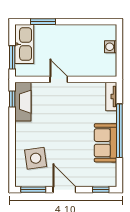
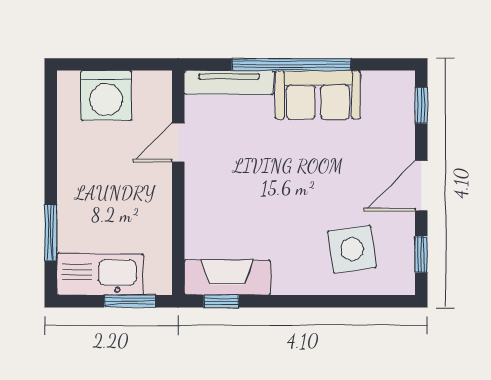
washing machine: (111, 47) -> (106, 96), width x1.89, depth x1.89
door: (59, 79) -> (178, 143), moved
tv unit: (111, 96) -> (229, 82), width x1.41
window: (33, 190) -> (421, 254), width x0.67

